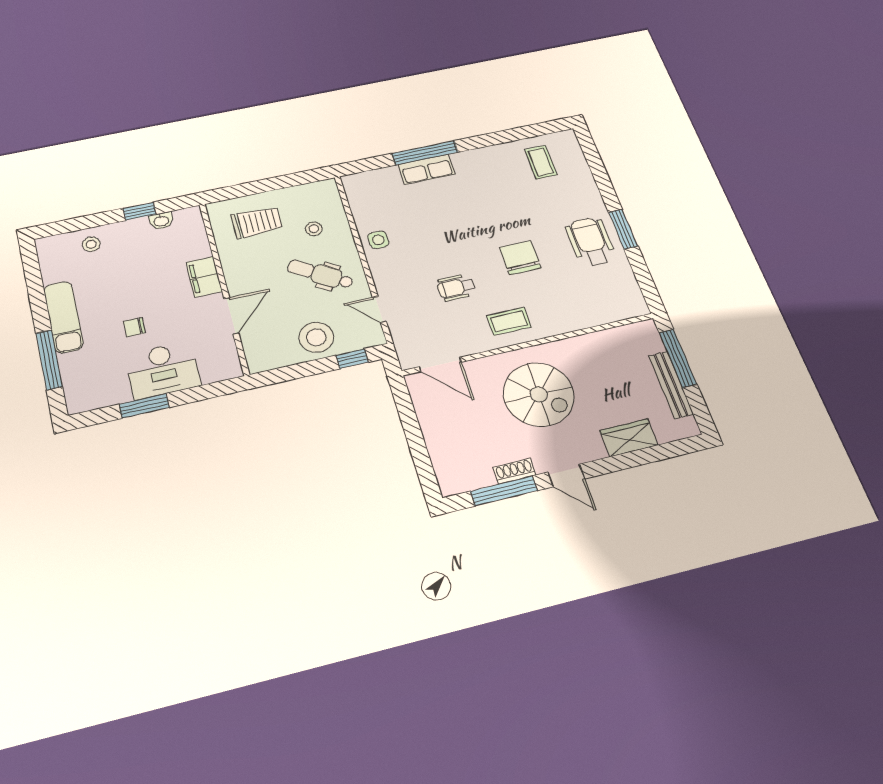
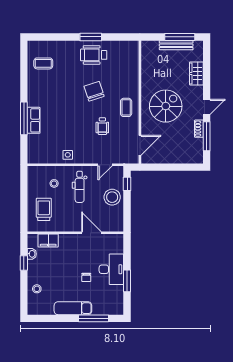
chair: (520, 258) -> (94, 91), turned 72
dental chair: (320, 274) -> (80, 187), turned -33
filing cabinet: (204, 277) -> (48, 241), moved
window: (678, 358) -> (180, 37), moved

